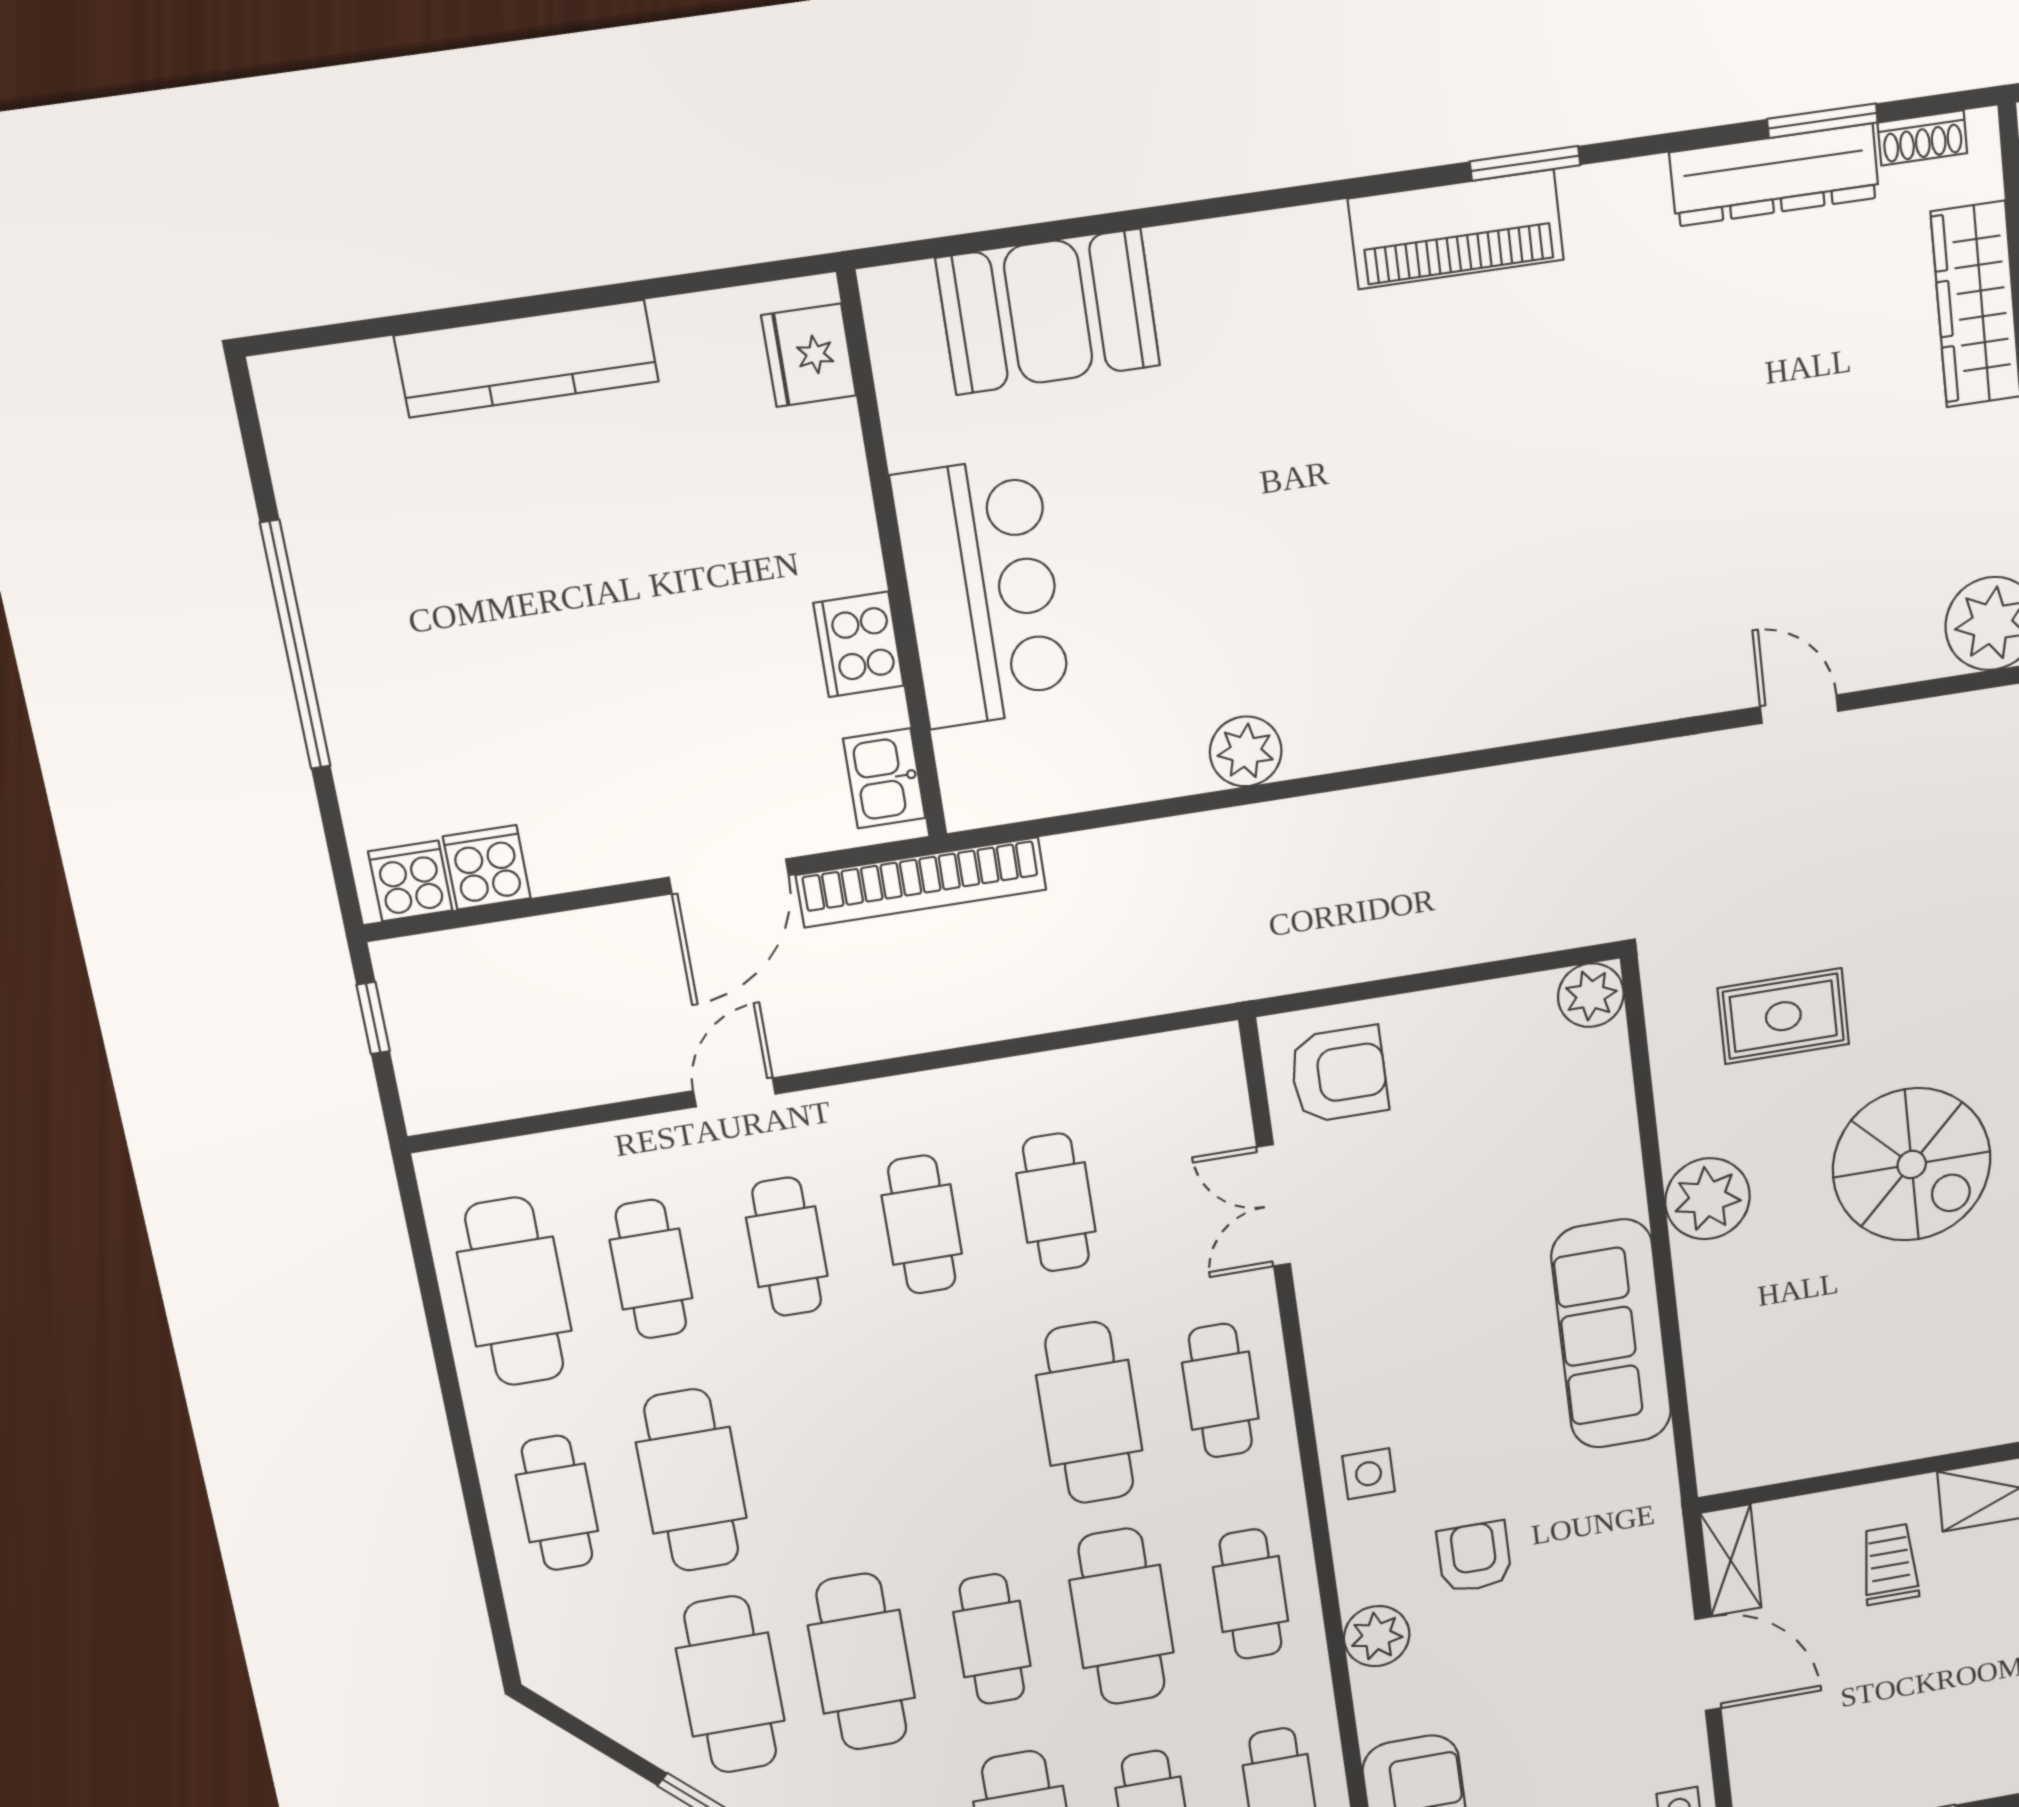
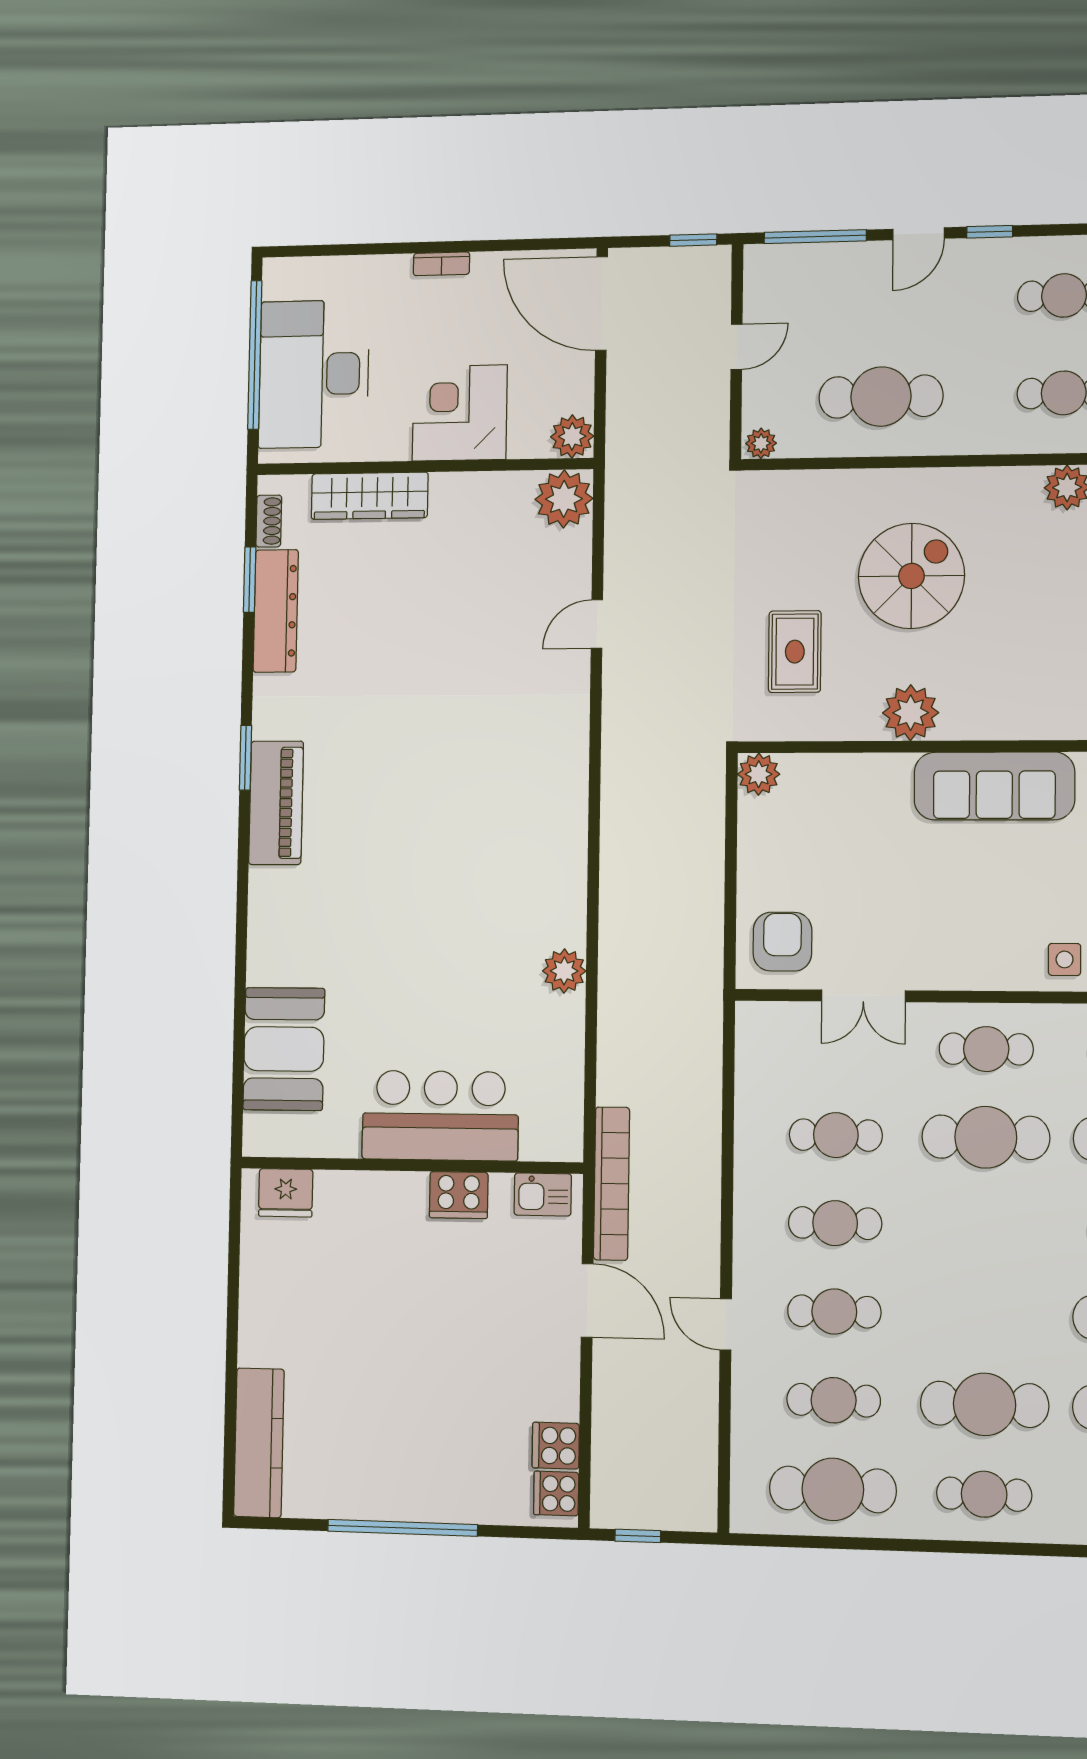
kitchen counter: (527, 359) -> (259, 1443), moved

